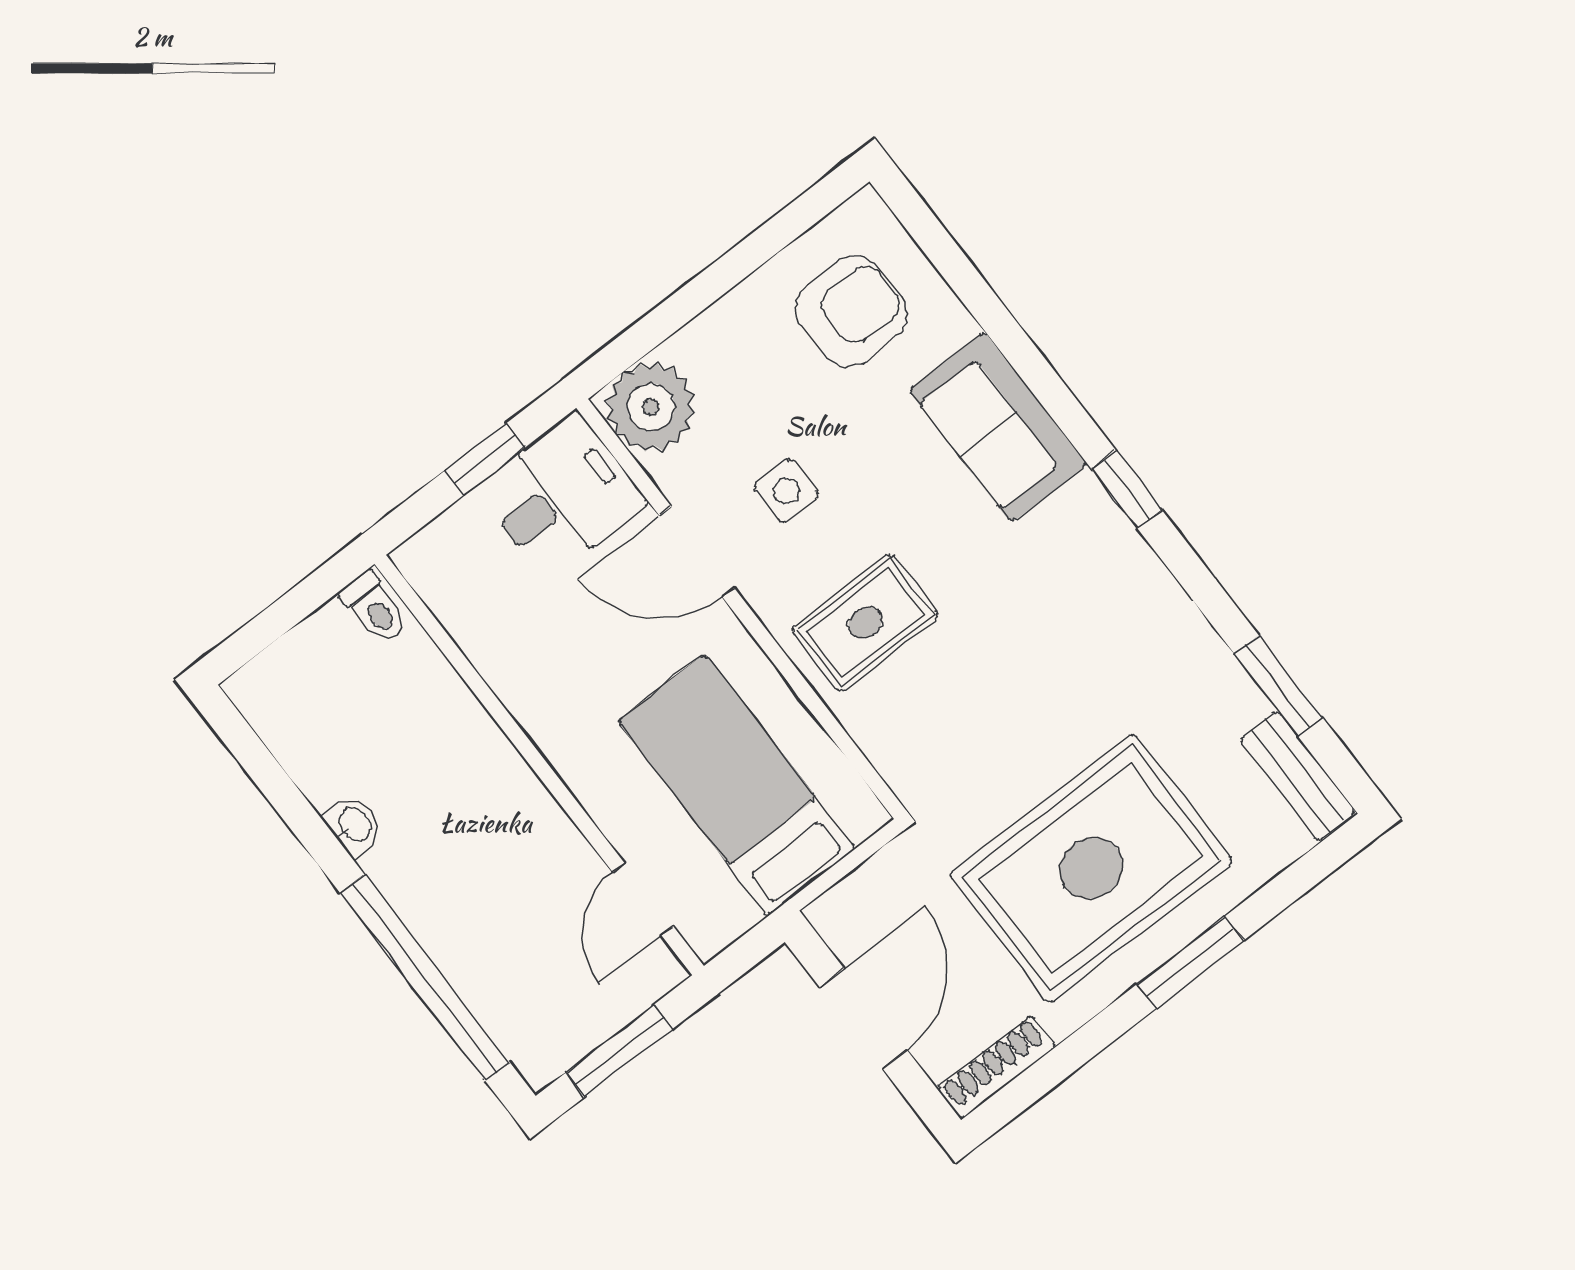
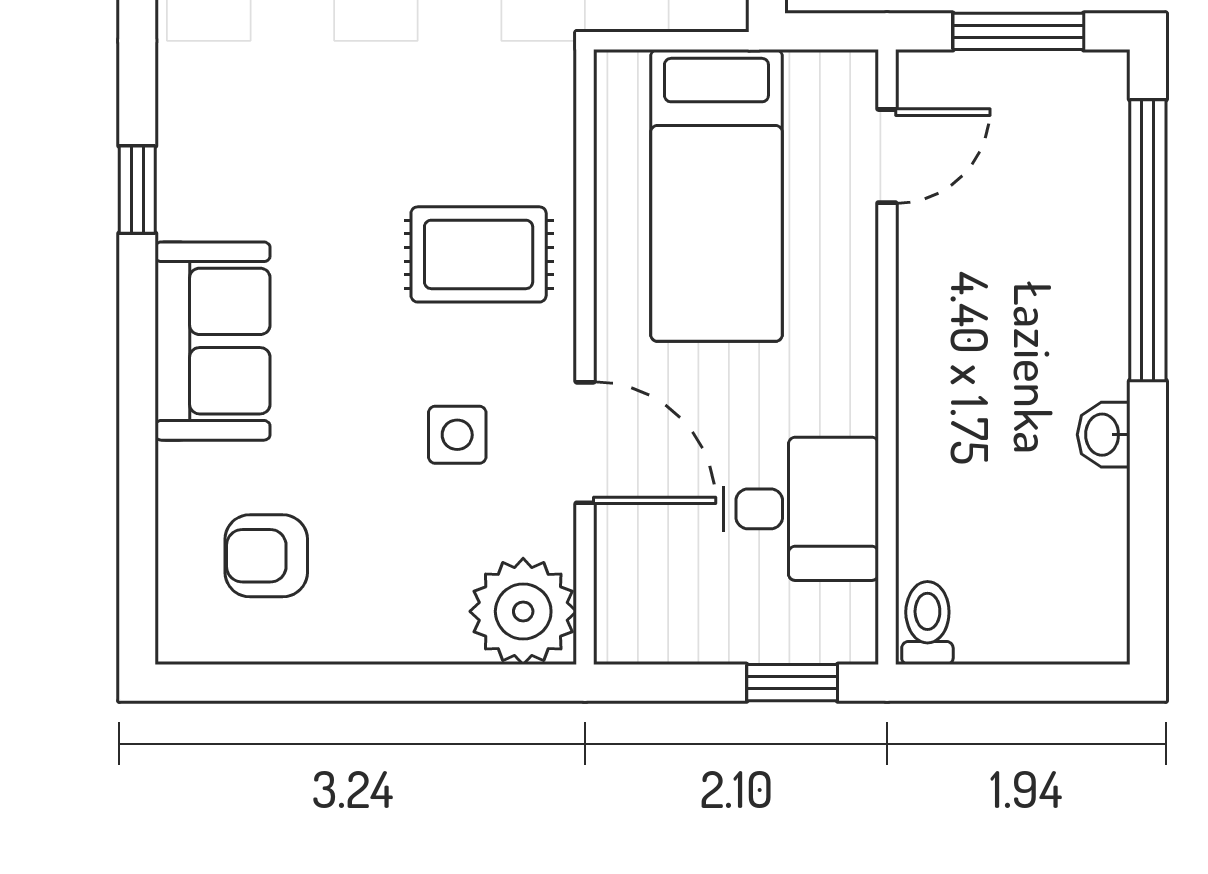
armchair: (851, 311) -> (266, 556), width x0.72, depth x0.72
window: (485, 459) -> (792, 683), moved
desk: (562, 496) -> (801, 509), moved, turned 180

